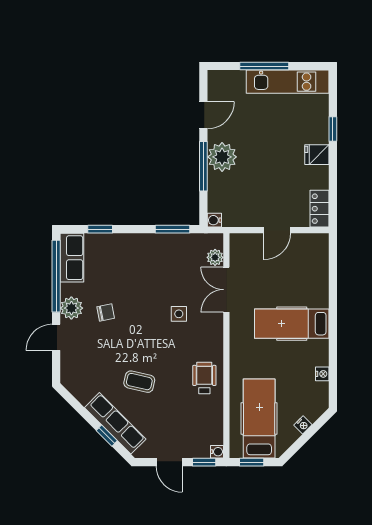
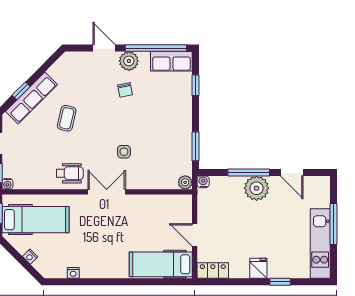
plant: (215, 257) -> (185, 182), moved
double door: (226, 290) -> (107, 192), moved
hospital bed: (292, 324) -> (161, 264), moved, turned -90

